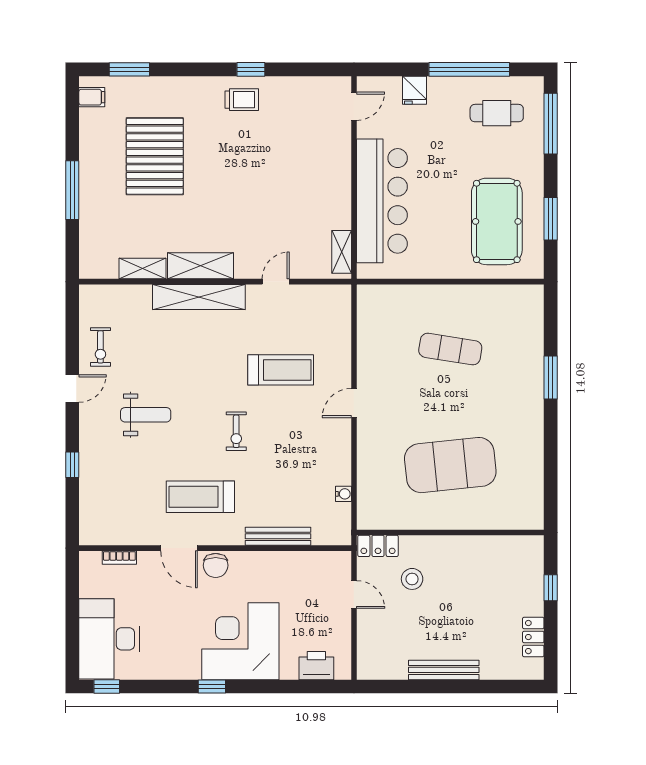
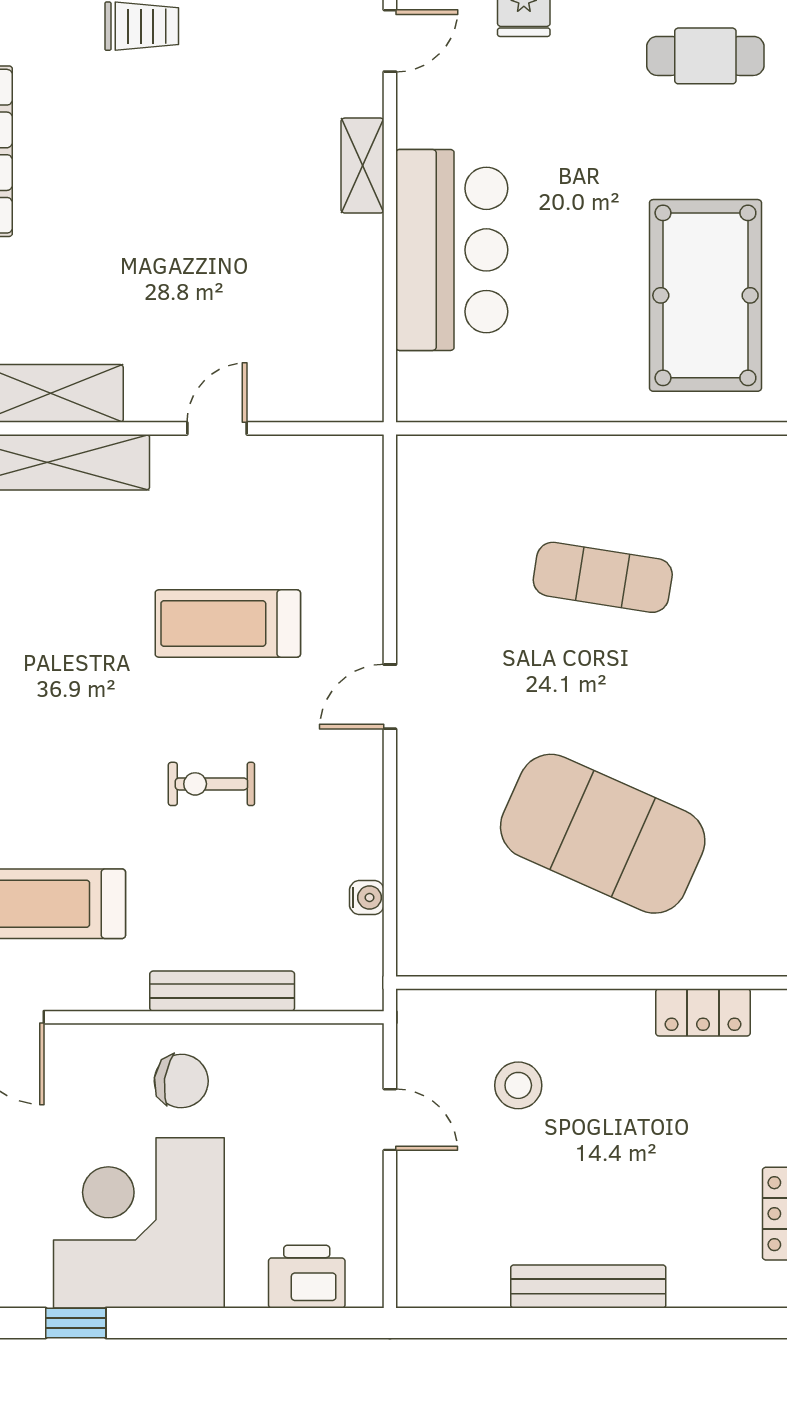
bar counter: (382, 201) -> (452, 250), width x0.73
shelving: (342, 252) -> (363, 166), moved
treadmill: (281, 370) -> (228, 624), turned 180
exercise bike: (236, 431) -> (211, 784), moved, turned 90
exercise mat: (450, 465) -> (603, 834), turned 30
locker: (378, 546) -> (703, 1012), moved
chair: (216, 565) -> (181, 1081), moved, turned -82

